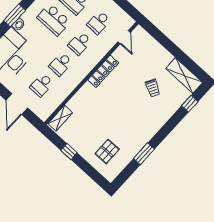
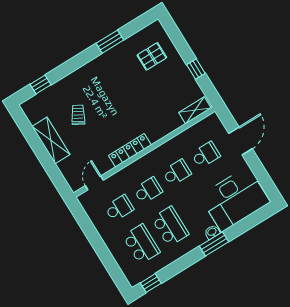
shelving: (184, 75) -> (51, 140), moved

